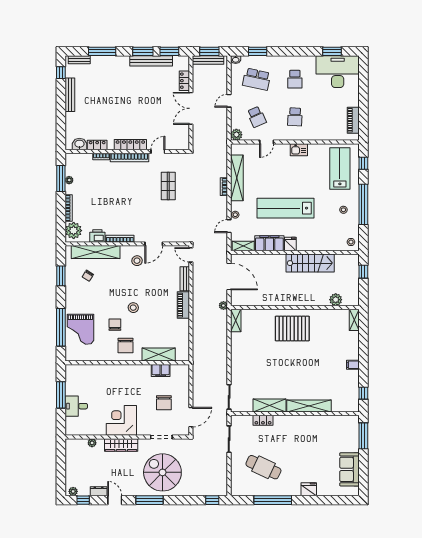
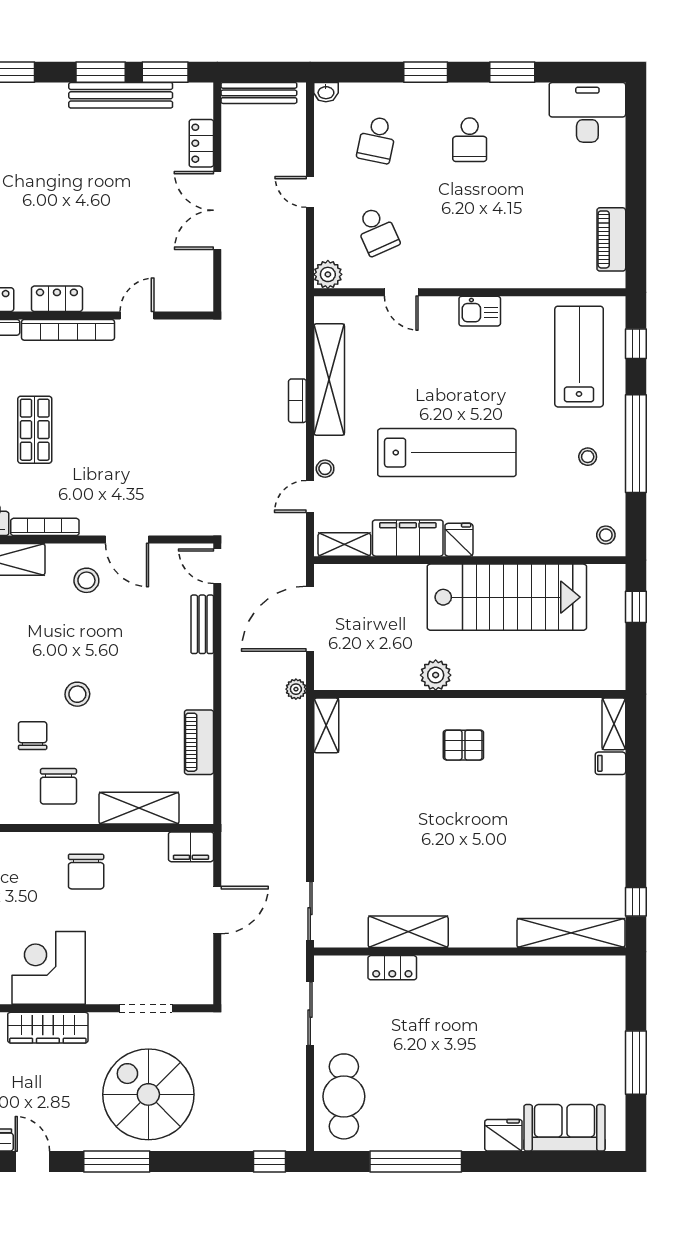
window: (209, 51) -> (262, 72), removed
window: (258, 51) -> (426, 72), moved
window: (332, 51) -> (512, 72), moved
desk: (338, 72) -> (587, 112), width x0.73, depth x0.77
school desk: (257, 79) -> (377, 140), width x0.54
door: (229, 101) -> (310, 192), hinge flipped
school desk: (295, 117) -> (470, 231), removed
door: (267, 142) -> (401, 292), hinge flipped
locker: (130, 145) -> (57, 299), width x0.66
shop shelf: (168, 186) -> (35, 430), moved
lab bench: (285, 208) -> (447, 453), turned 180
door: (154, 244) -> (127, 540), hinge flipped
stairs: (310, 263) -> (507, 597), width x1.36, depth x1.51
door: (229, 277) -> (310, 619), swing flipped
plant: (336, 300) -> (436, 675), moved
piano: (183, 305) -> (199, 742), moved
pallet: (292, 329) -> (463, 745), width x0.49, depth x0.50
filing cabinet: (353, 365) -> (610, 763), moved
filing cabinet: (161, 370) -> (191, 847), moved
chair: (164, 403) -> (86, 872), moved
shelving: (309, 406) -> (571, 933), moved
door: (191, 417) -> (217, 910), moved
window: (363, 436) -> (636, 1063), moved
cafe table: (263, 467) -> (344, 1096), moved, turned 65
sofa: (349, 469) -> (565, 1128), moved, turned 90

